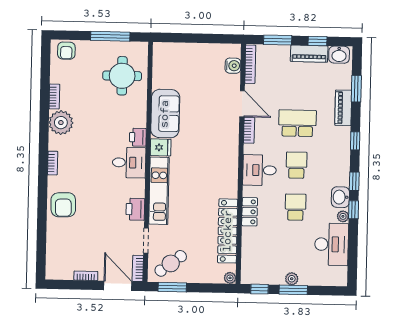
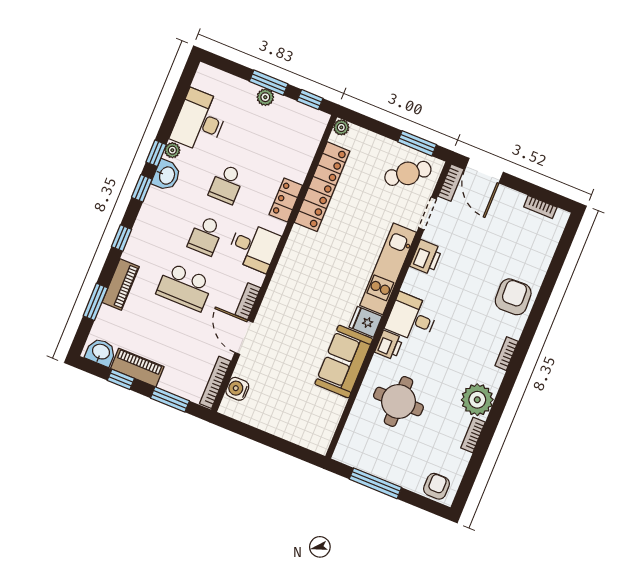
round table: (122, 76) -> (398, 401), moved
bookcase: (86, 276) -> (540, 207), moved

